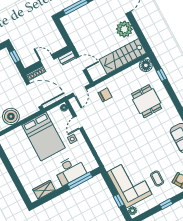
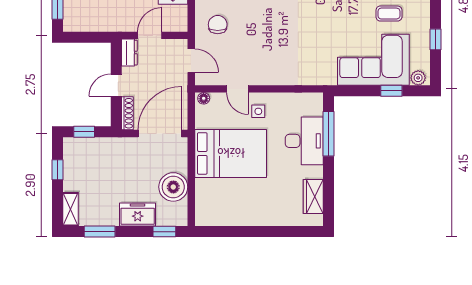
window: (166, 204) -> (436, 39), moved

